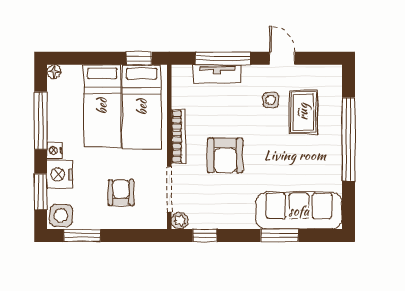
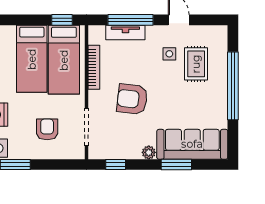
bookcase: (178, 136) -> (94, 67), moved
armchair: (225, 155) -> (132, 99), turned 97
plant: (180, 221) -> (149, 152), moved

